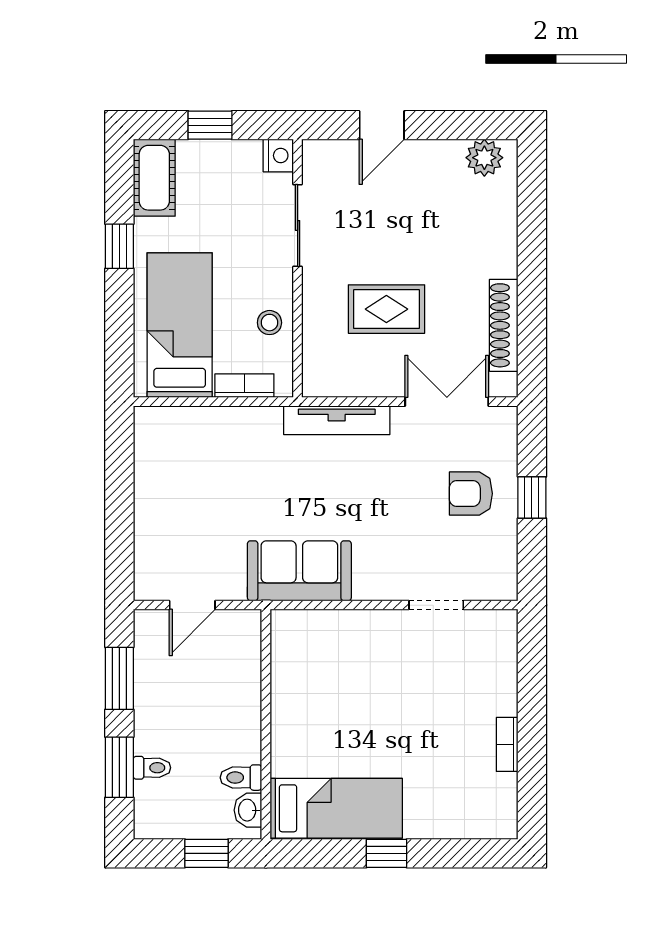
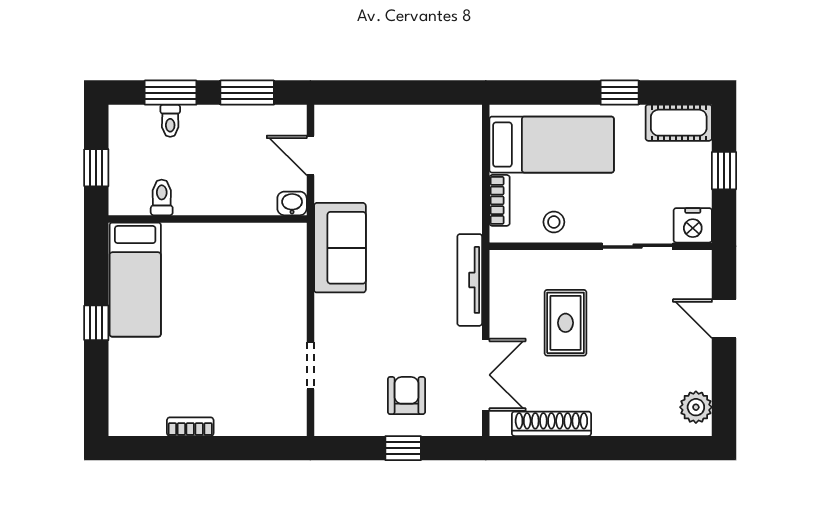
nightstand: (278, 155) -> (693, 225), width x1.36, depth x1.33
washbasin: (248, 810) -> (292, 203), moved

